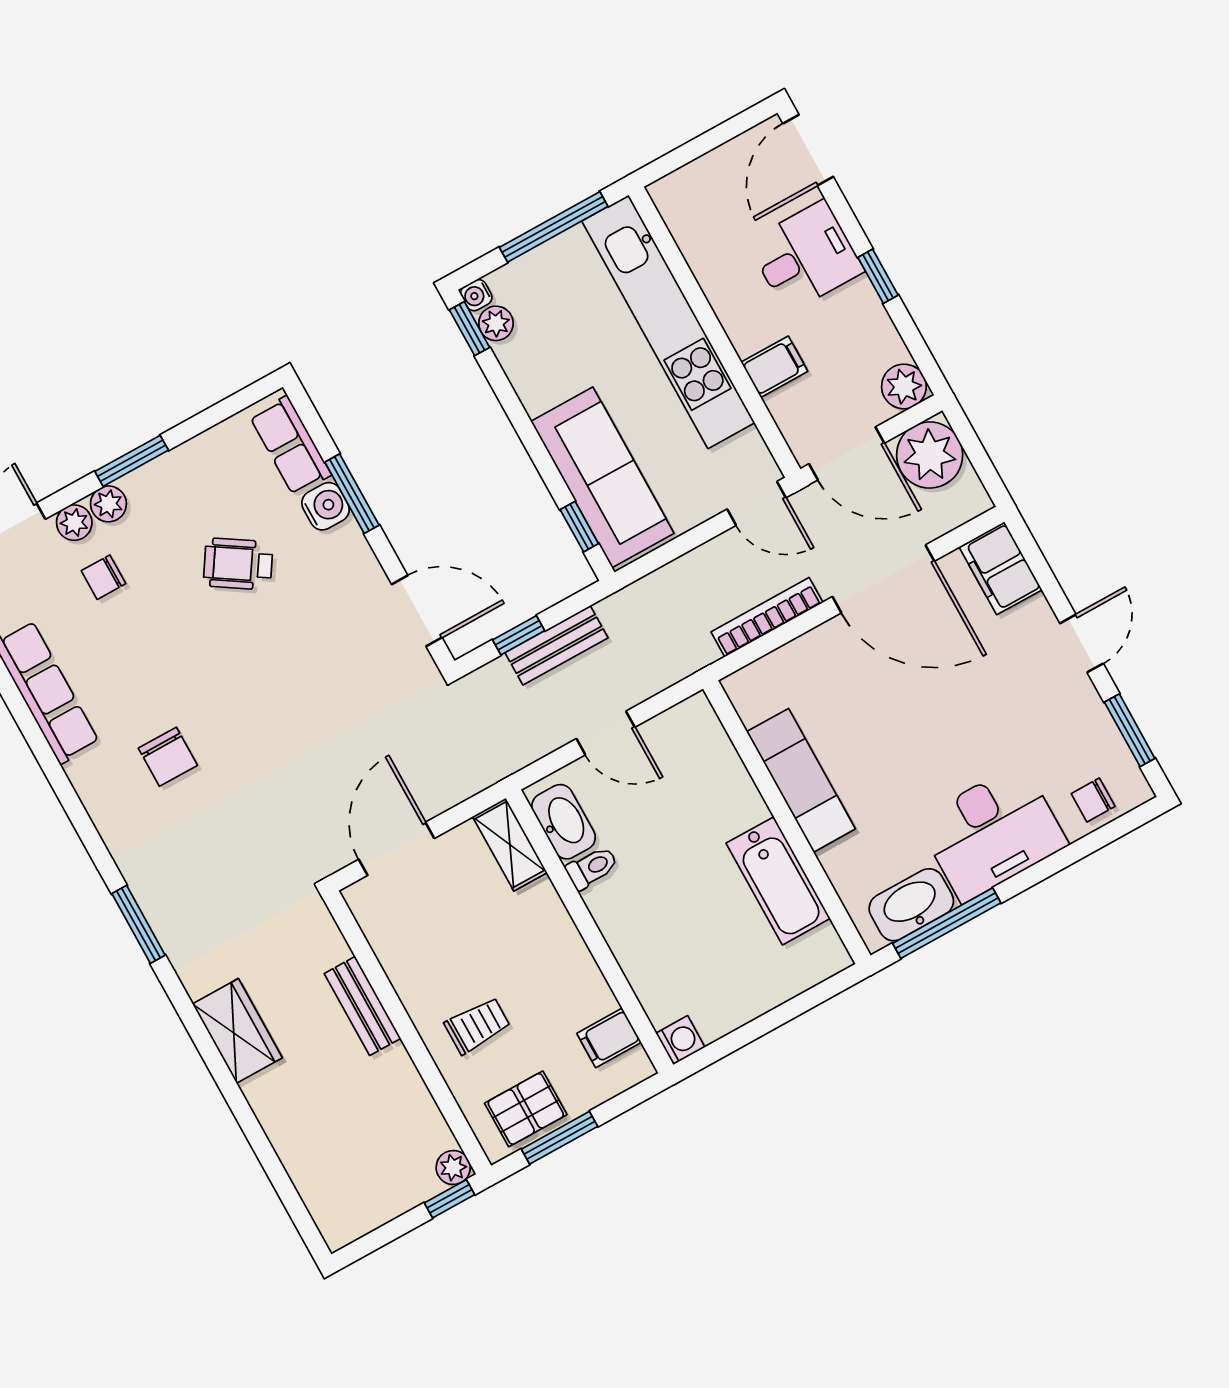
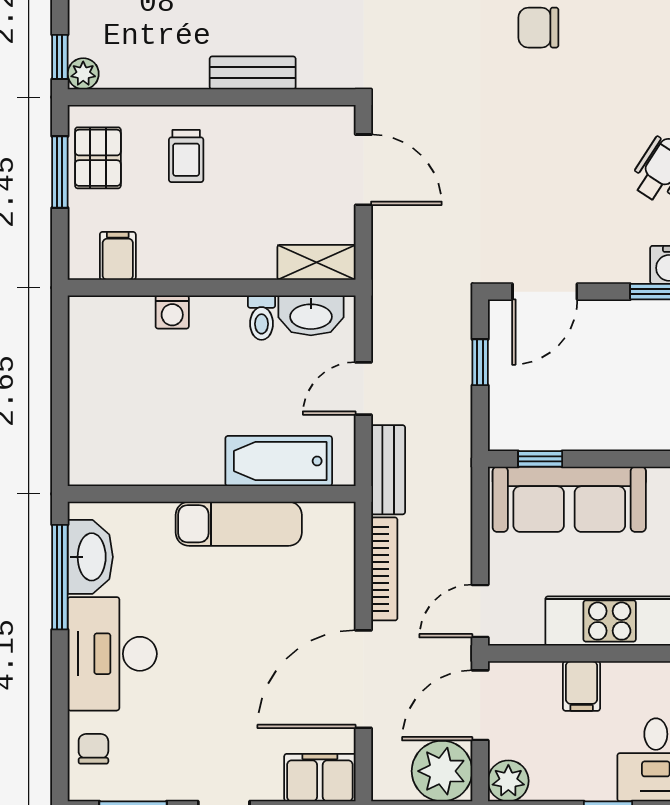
bench: (557, 645) -> (388, 470), moved
bathtub: (778, 881) -> (279, 461), moved
washing machine: (680, 1040) -> (172, 312), moved

